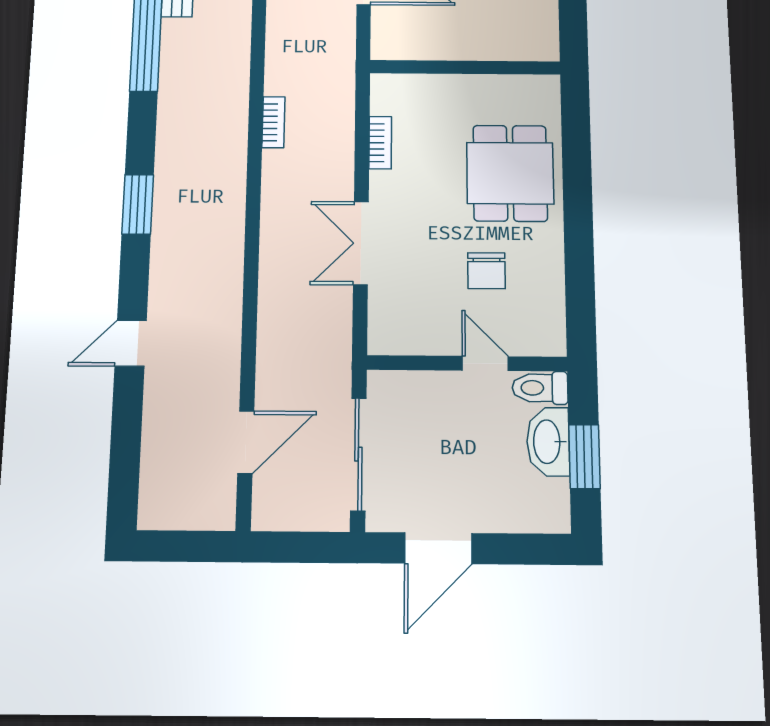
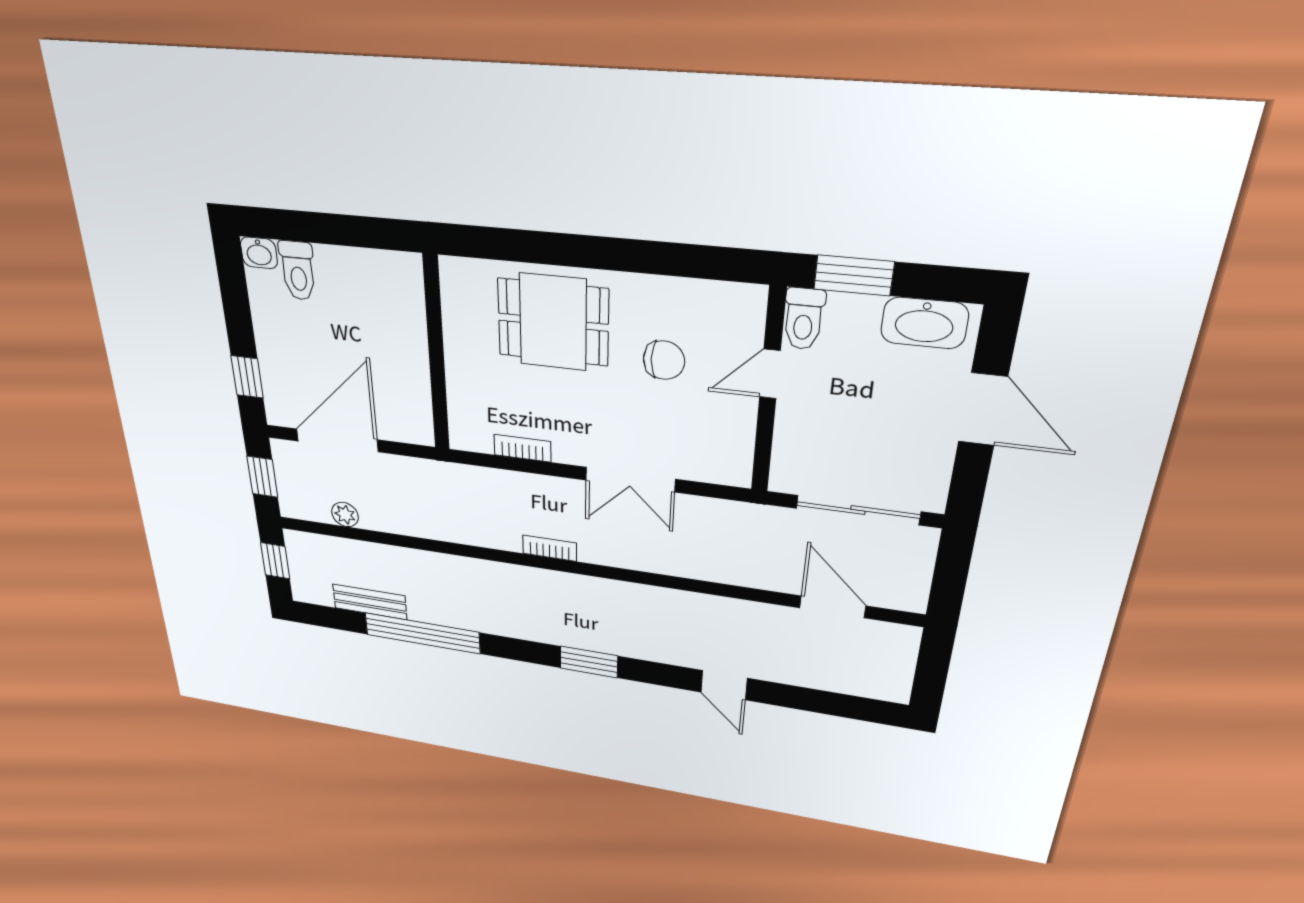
bookcase: (273, 122) -> (550, 548), moved
washbasin: (548, 442) -> (924, 323), moved
window: (584, 457) -> (854, 275), moved
door: (438, 548) -> (983, 409), moved

